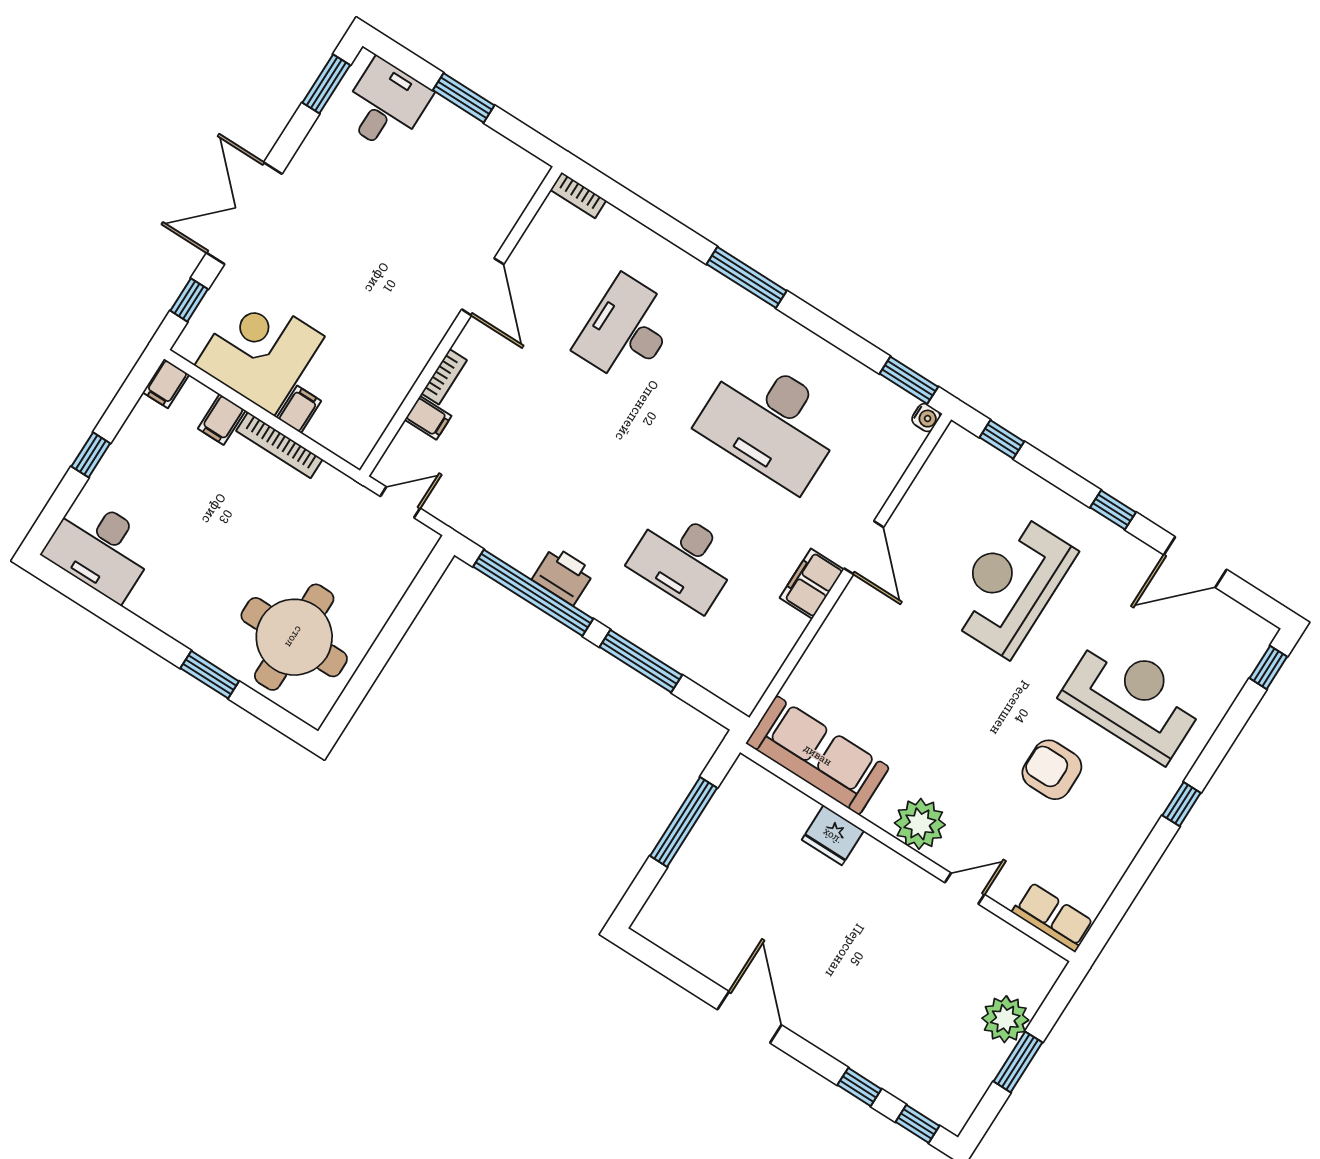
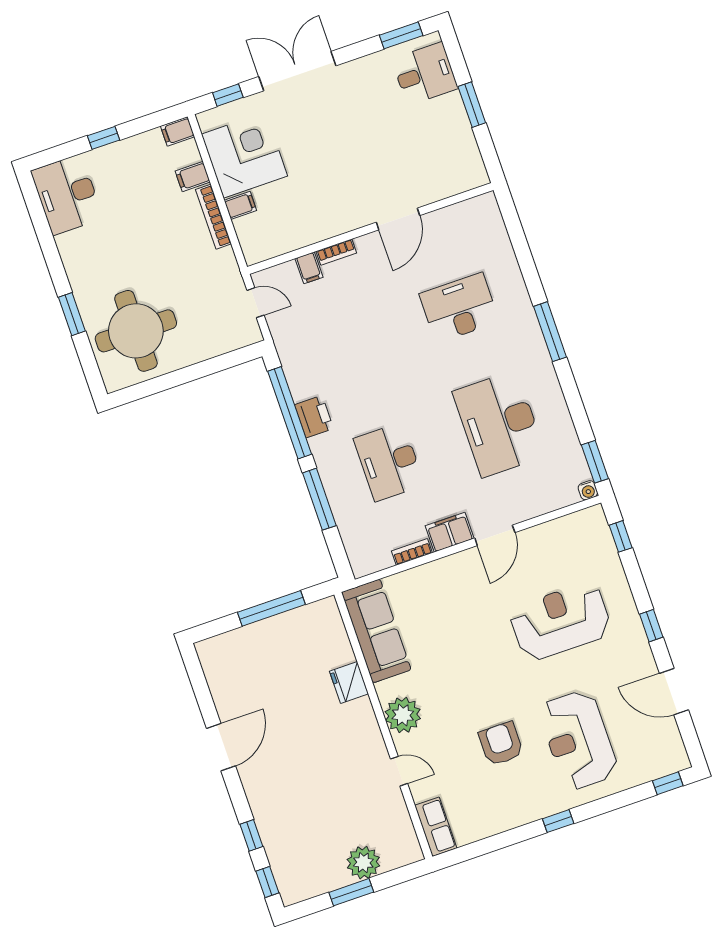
bookcase: (578, 195) -> (412, 552), moved, turned 90
reception desk: (1133, 698) -> (578, 740), turned 180

